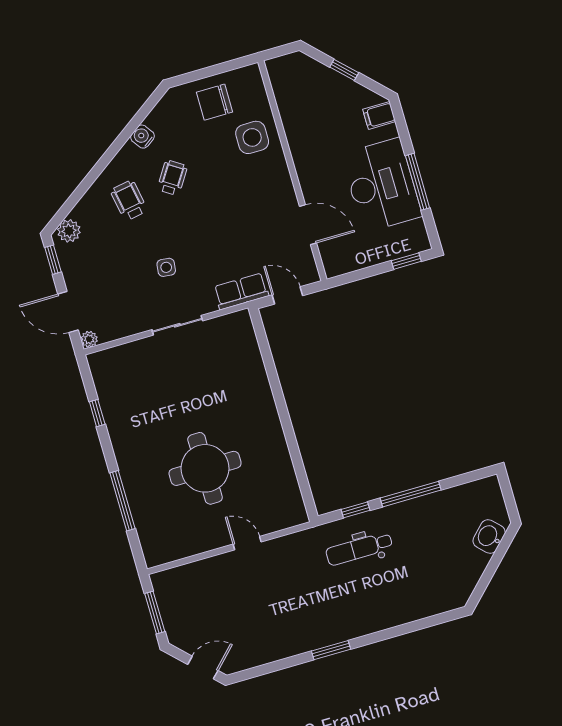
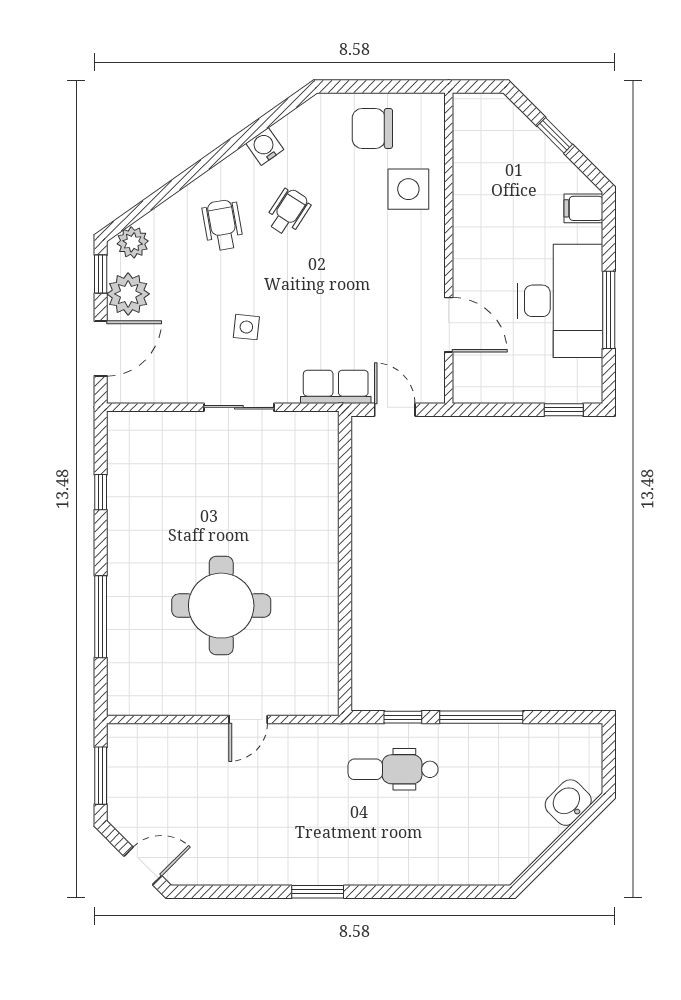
door: (68, 312) -> (101, 349), swing flipped
plant: (89, 339) -> (128, 294), moved, width x1.88, depth x1.88
door: (247, 543) -> (248, 720), swing flipped

